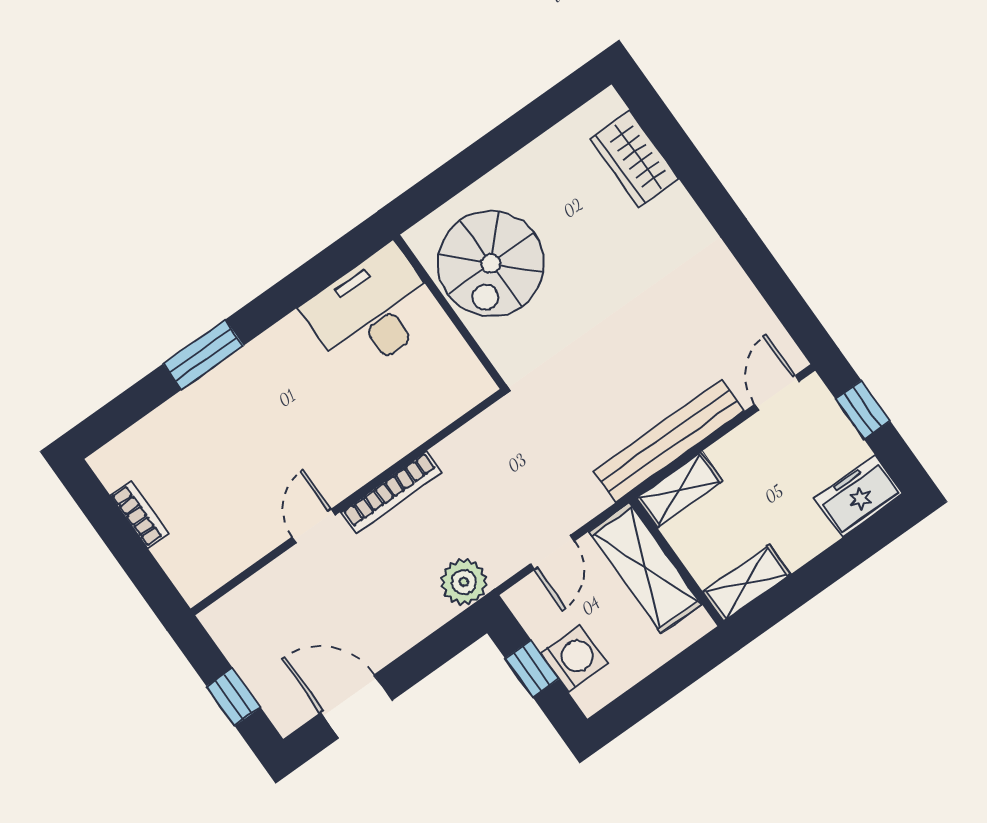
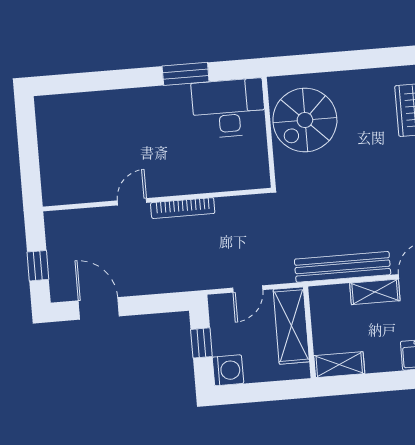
window: (203, 355) -> (186, 74), moved
shelving: (679, 489) -> (375, 292), moved
bookcase: (139, 514) -> (45, 142), removed
plant: (464, 582) -> (193, 277), removed
washing machine: (574, 658) -> (228, 370), moved

